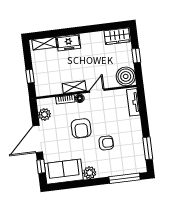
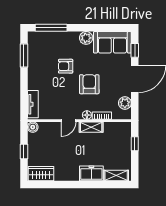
boiler: (126, 76) -> (33, 127), width x0.54, depth x0.54

